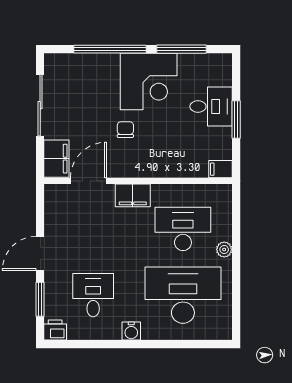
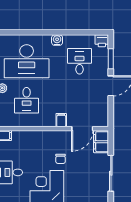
filing cabinet: (133, 195) -> (61, 120), width x0.50
desk: (183, 229) -> (27, 100), width x0.73
desk: (93, 295) -> (80, 61), turned 180

